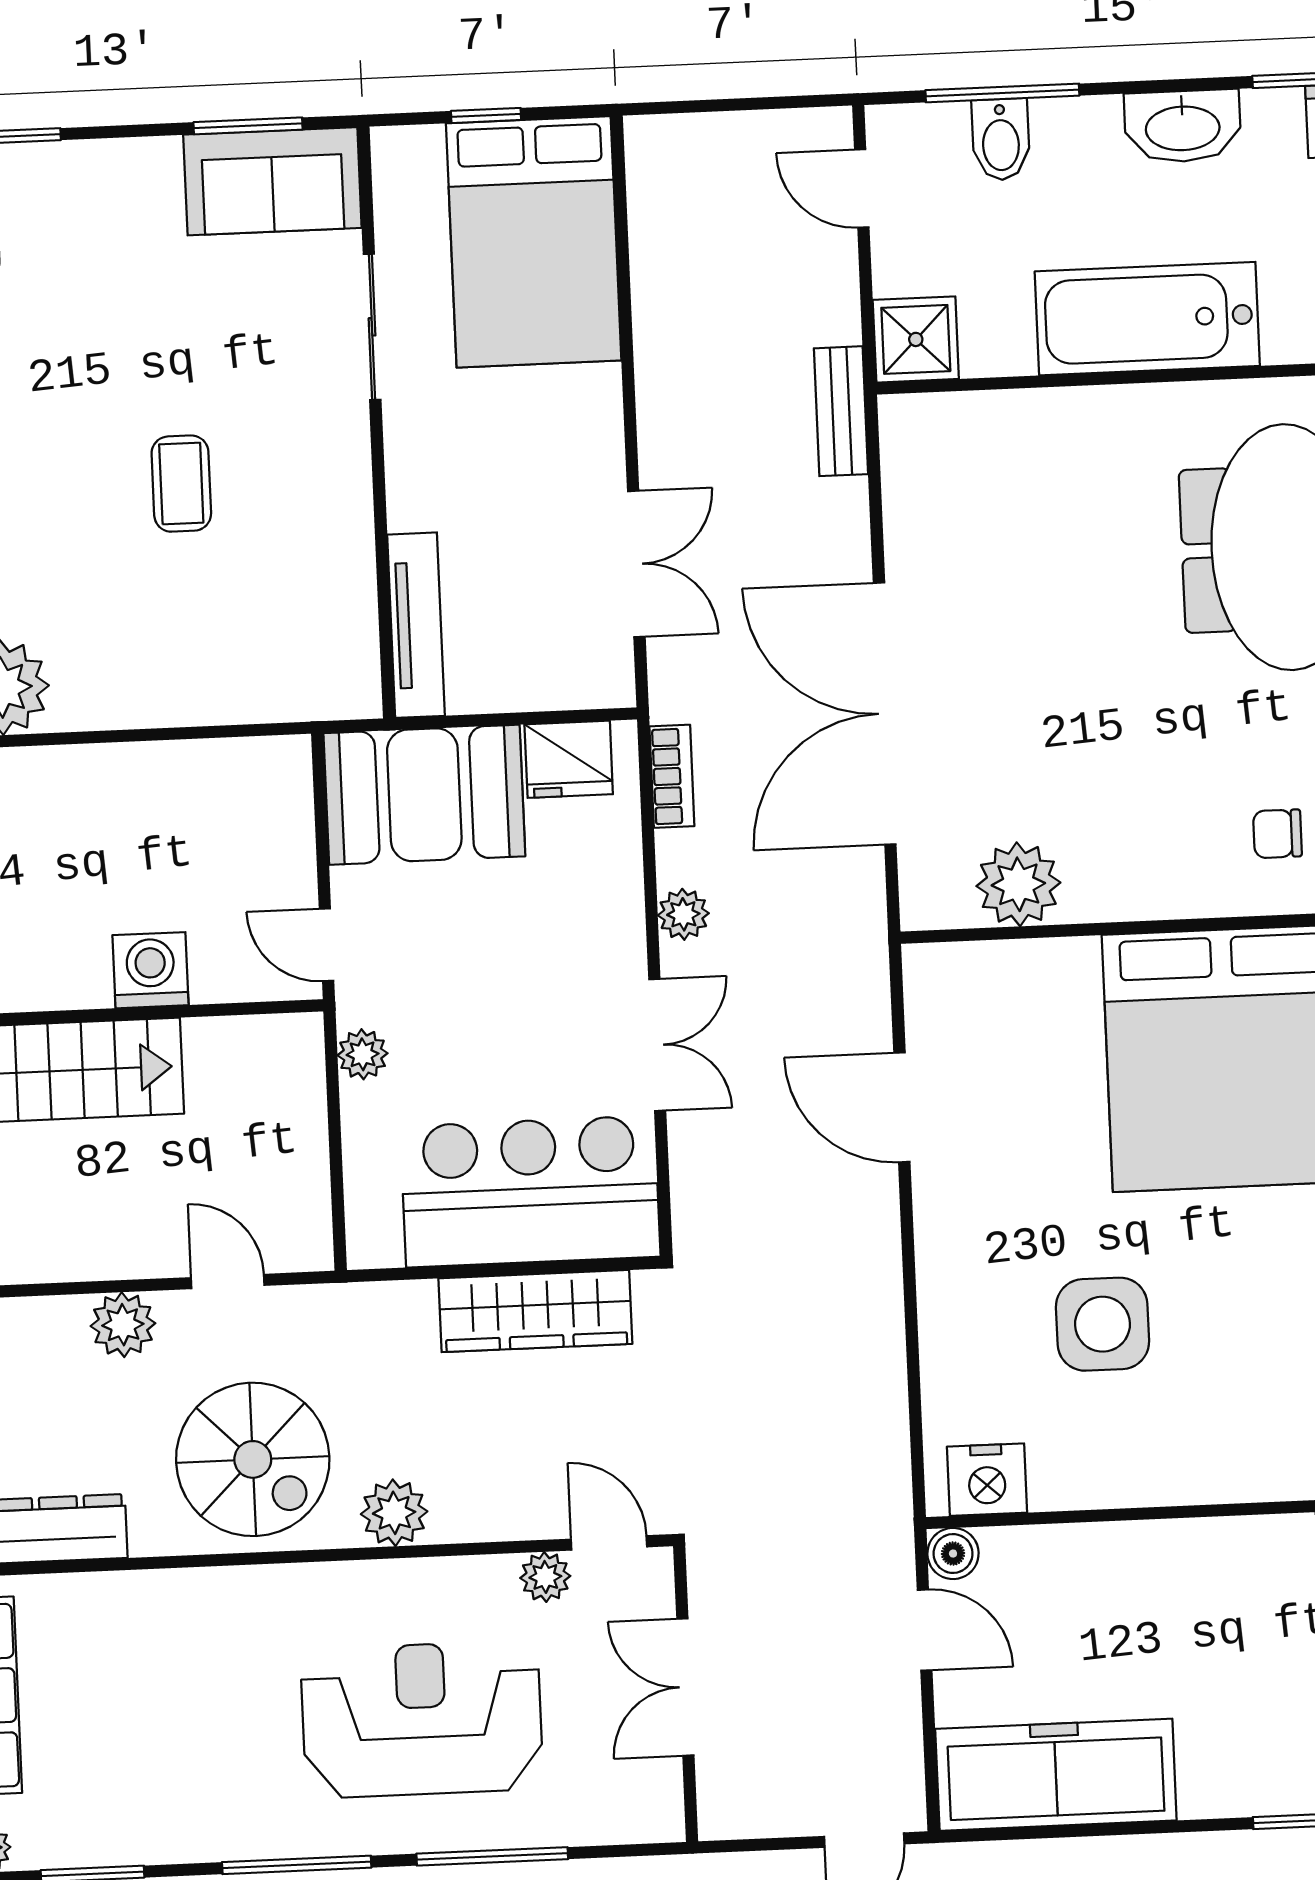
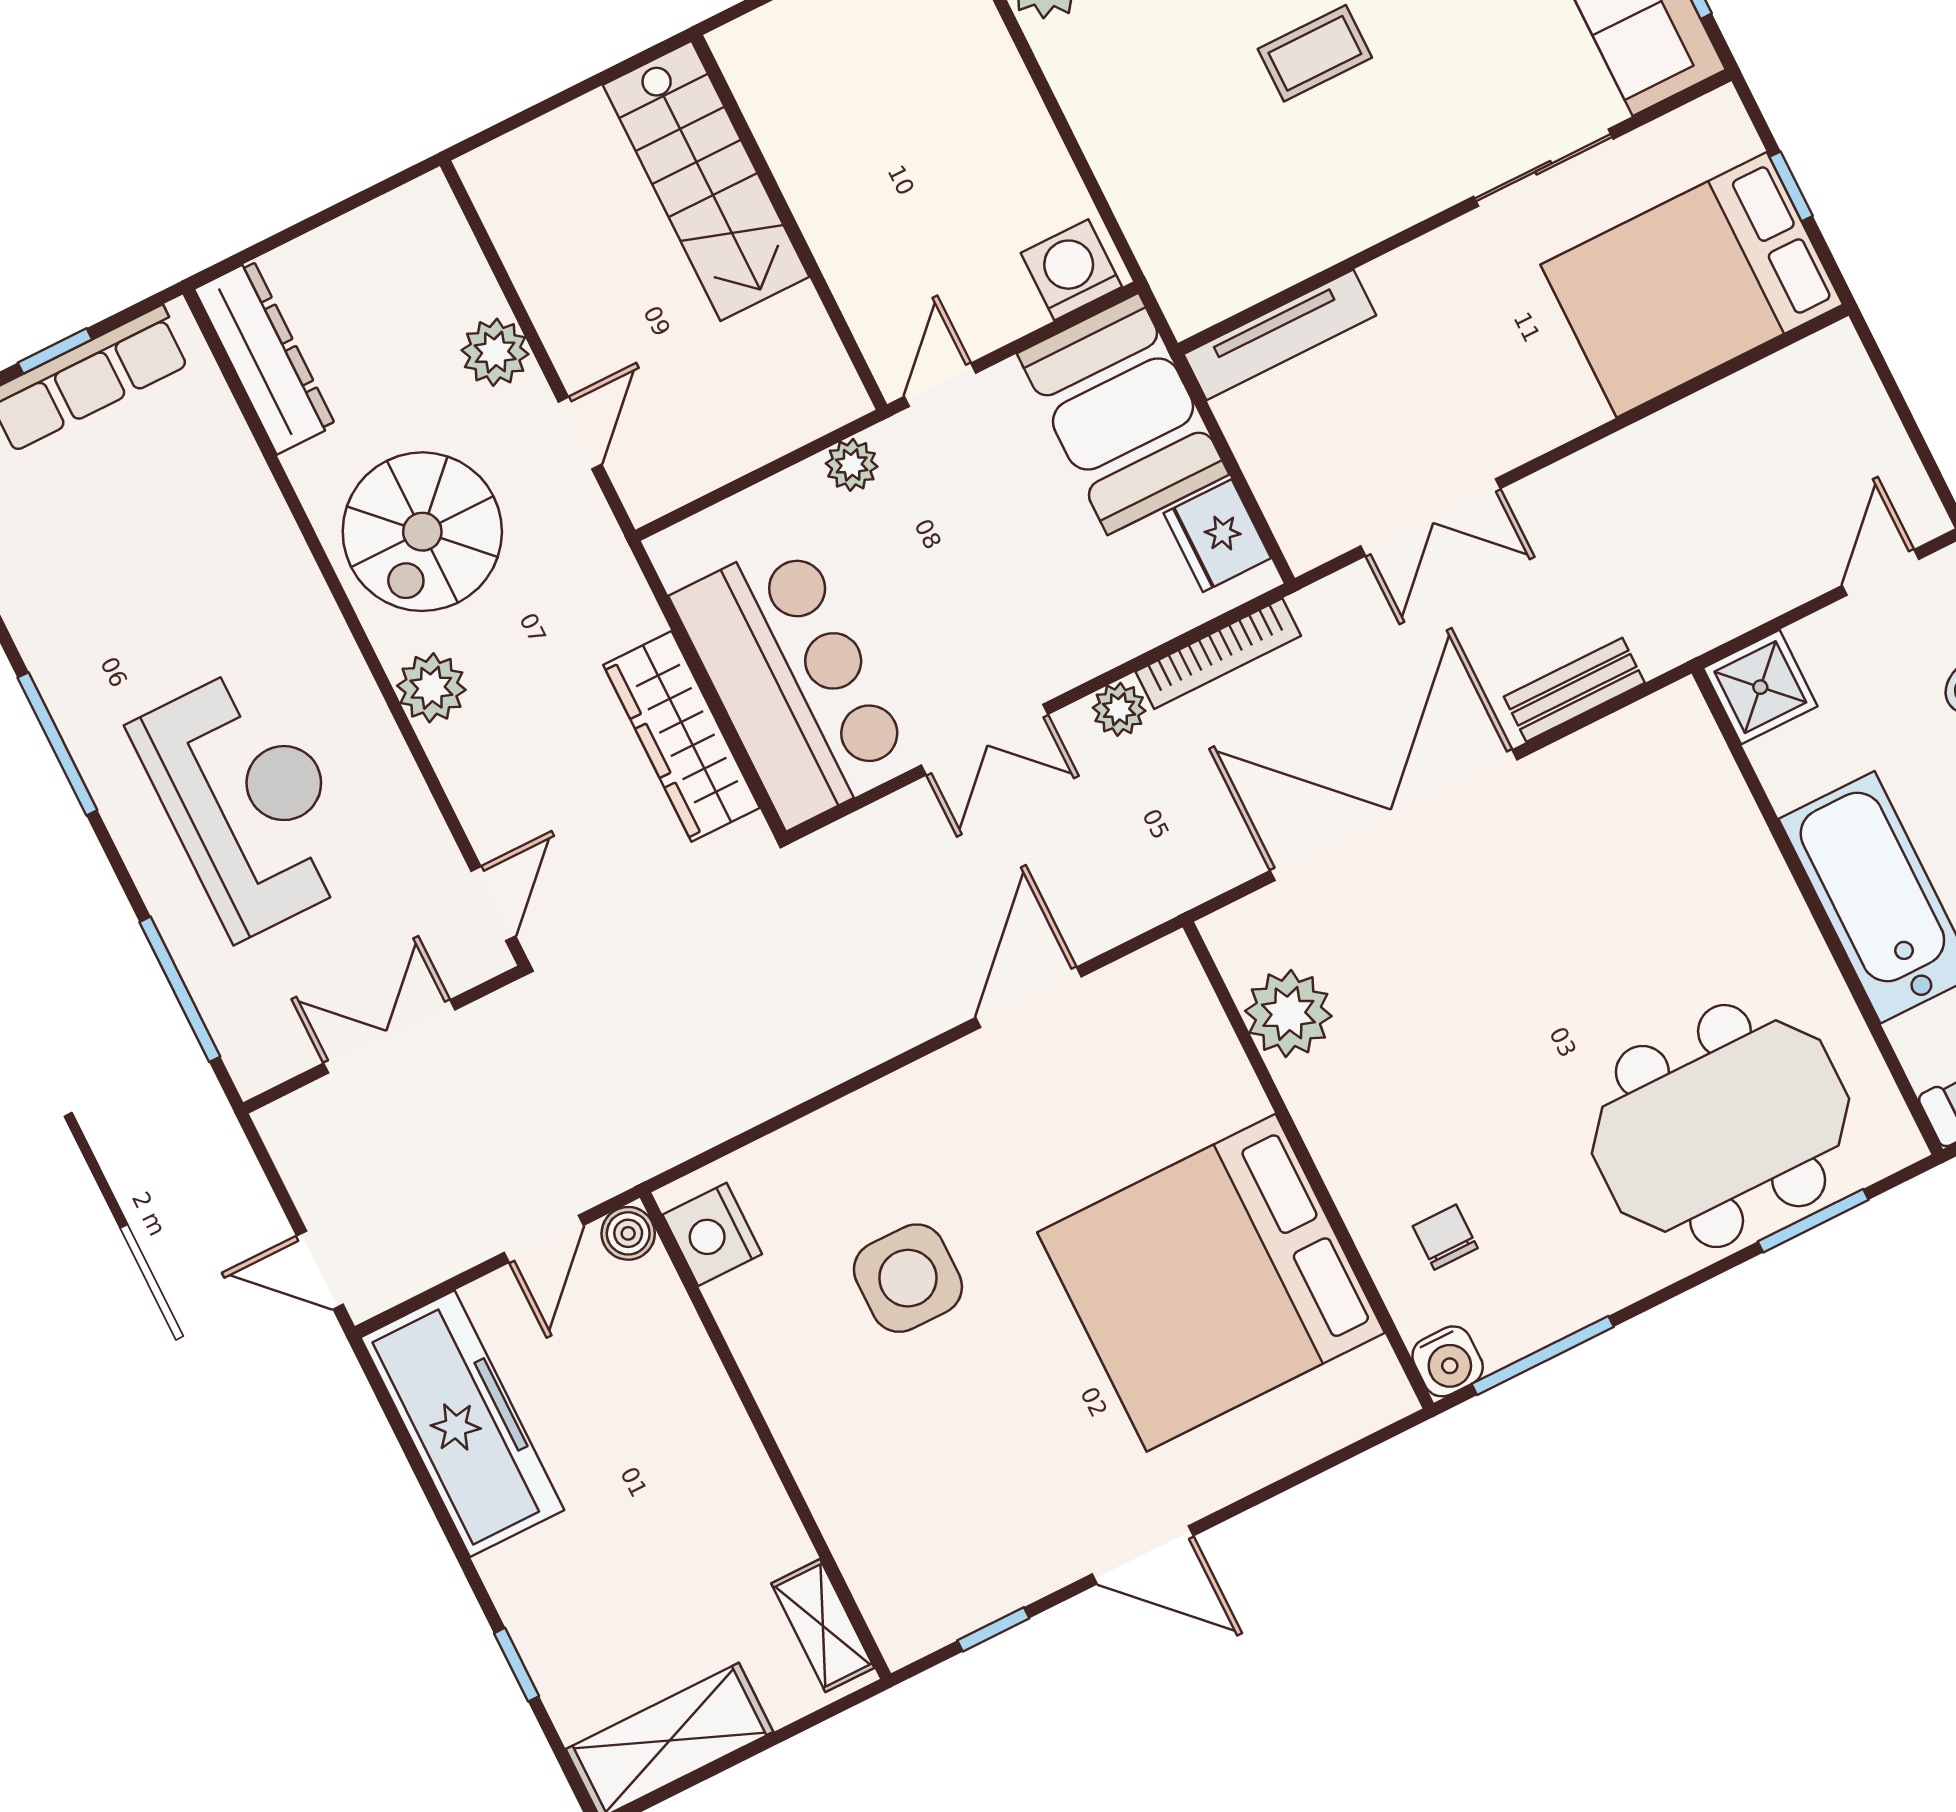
bench: (841, 411) -> (1574, 690), moved
bookcase: (672, 776) -> (1218, 654), width x1.56
washing machine: (150, 970) -> (1071, 270), moved, turned -90
plant: (545, 1577) -> (434, 858), removed
window: (492, 1856) -> (180, 989), moved

